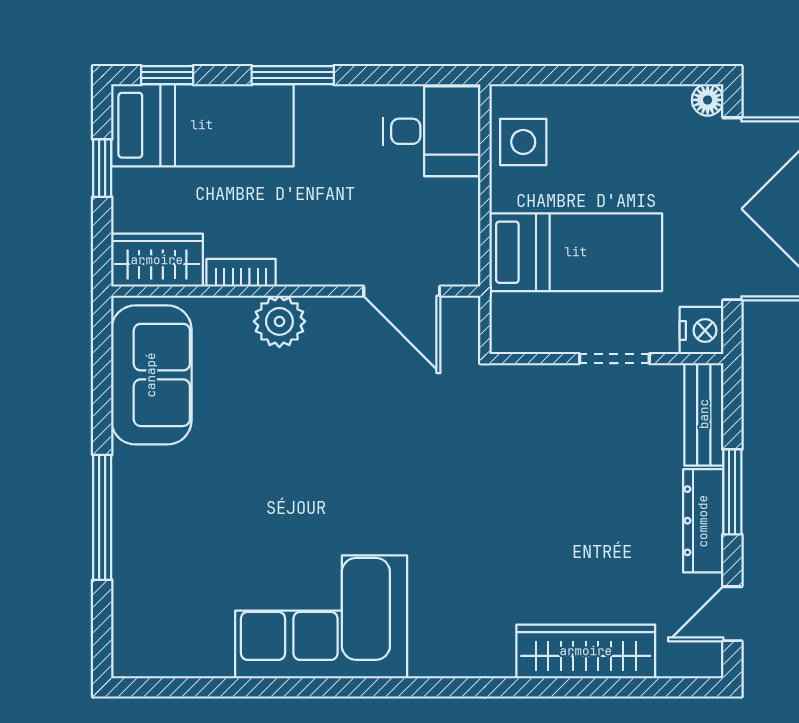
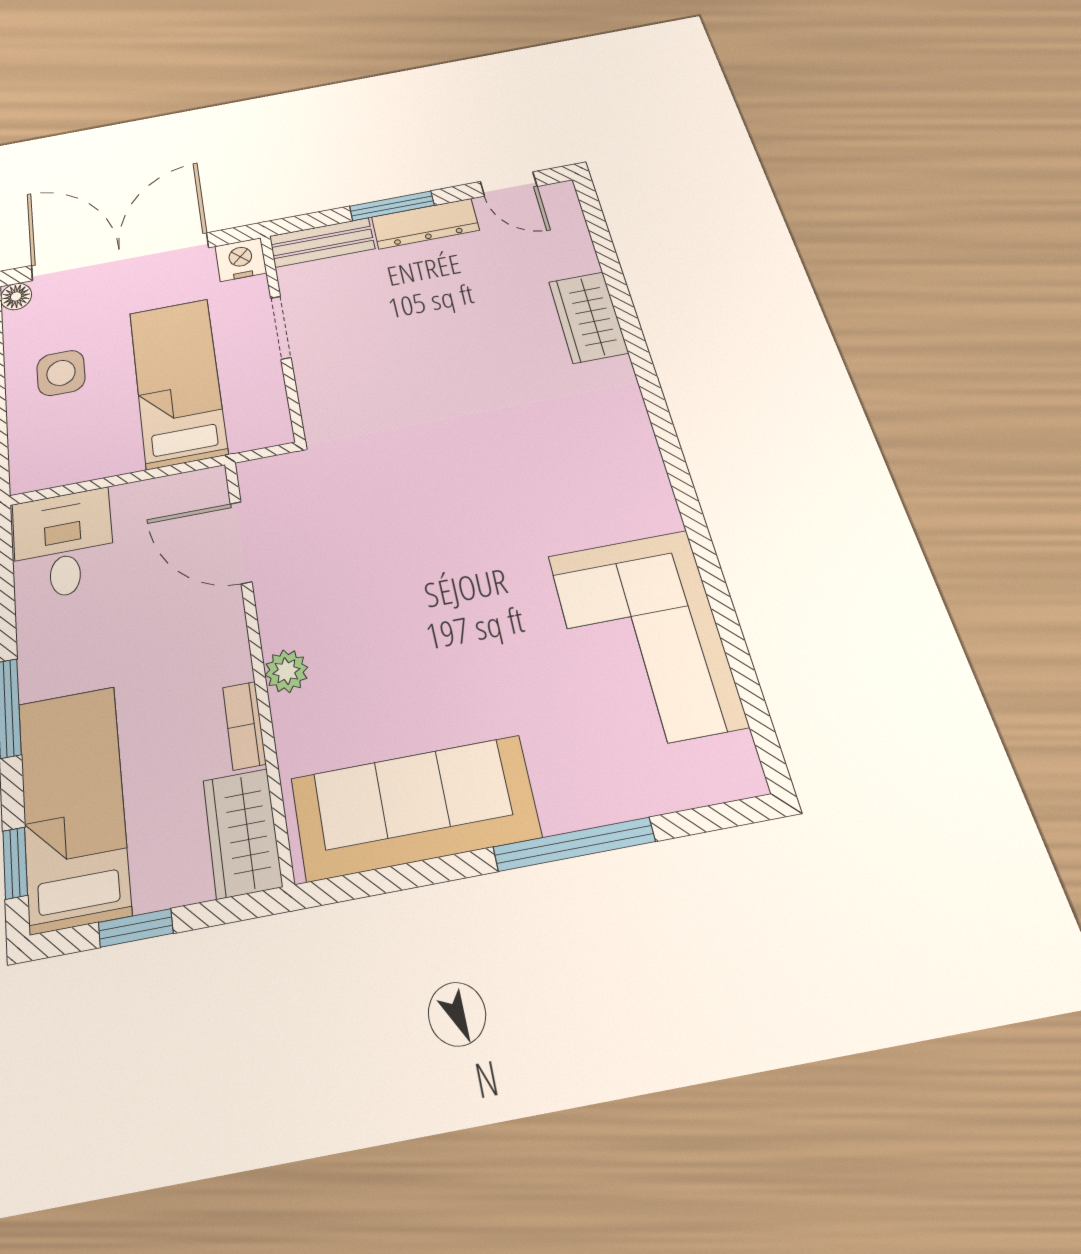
side table: (523, 142) -> (61, 373), moved
door: (402, 291) -> (241, 542), swing flipped
plant: (279, 321) -> (286, 671), width x0.73, depth x0.73
sofa: (151, 375) -> (415, 808), width x1.36
corner sofa: (321, 617) -> (645, 639), moved
wardrobe: (586, 651) -> (588, 317), width x0.67

